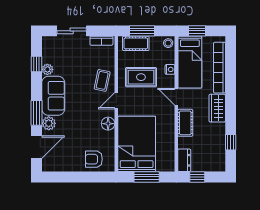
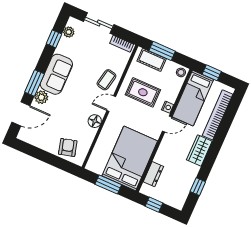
plant: (47, 69) -> (69, 32), moved
nightstand: (170, 69) -> (168, 107), moved
door: (176, 97) -> (167, 124), swing flipped
cot: (185, 123) -> (165, 151), removed
bed: (137, 144) -> (130, 158), moved
armchair: (94, 159) -> (68, 147), turned 75
dresser: (184, 160) -> (153, 174), moved

